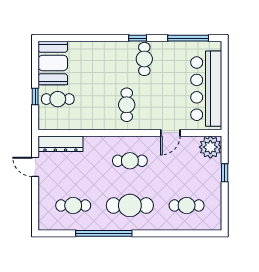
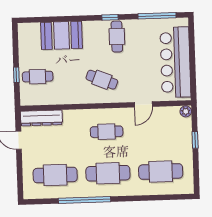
booth: (53, 63) -> (61, 35), moved, turned 90
cafe table: (127, 105) -> (102, 80), turned -68
plant: (210, 147) -> (186, 111), width x0.53, depth x0.53
cafe table: (73, 205) -> (55, 175), width x1.37, depth x1.35
cafe table: (187, 205) -> (161, 171), width x1.37, depth x1.35

